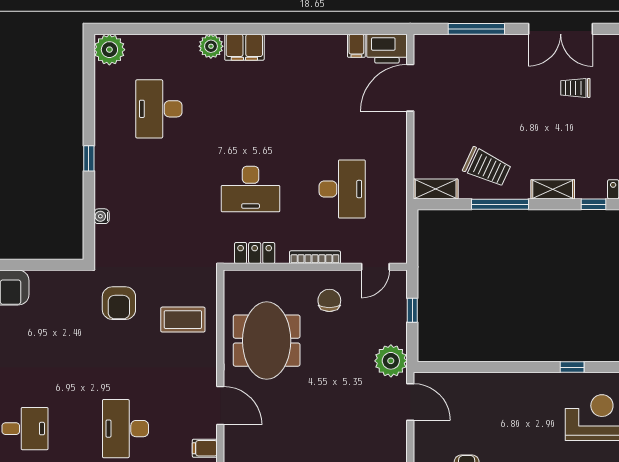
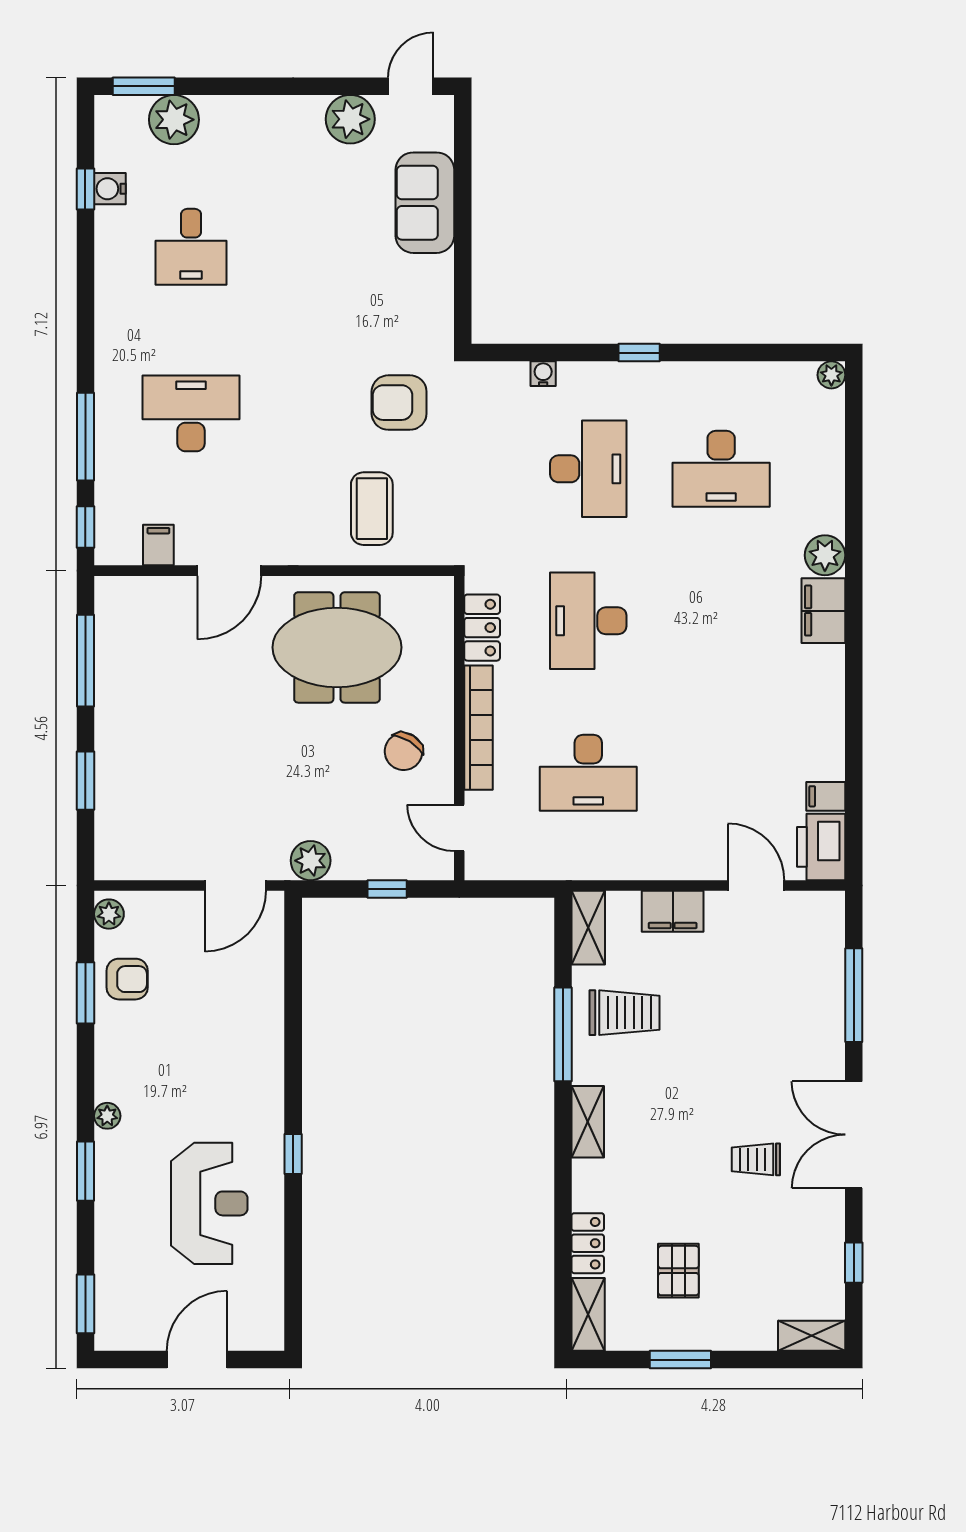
plant: (109, 50) -> (831, 375), width x0.53, depth x0.53
door: (410, 88) -> (756, 885), width x0.73
trolley: (575, 88) -> (756, 1159), turned -90
desk: (159, 109) -> (721, 469), turned 180
filing cabinet: (426, 138) -> (673, 911), added
trolley: (487, 167) -> (624, 1013), turned -115
desk: (159, 189) -> (588, 469), added
window: (594, 204) -> (563, 1190), removed
bookcase: (315, 257) -> (479, 728), width x1.48, depth x1.31
chair: (329, 300) -> (404, 751), turned 122
plant: (391, 361) -> (311, 861), width x0.73, depth x0.73

